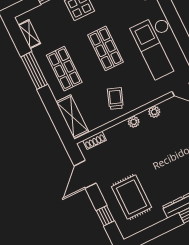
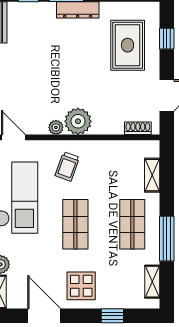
trolley: (115, 99) -> (67, 167), moved
shelving: (72, 117) -> (152, 175), width x0.67, depth x0.75
plant: (134, 122) -> (78, 121), width x1.87, depth x1.87

